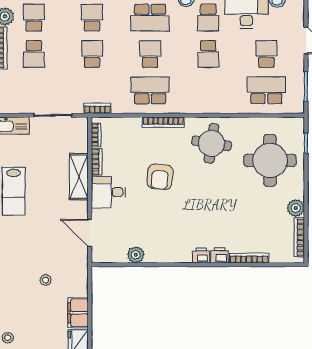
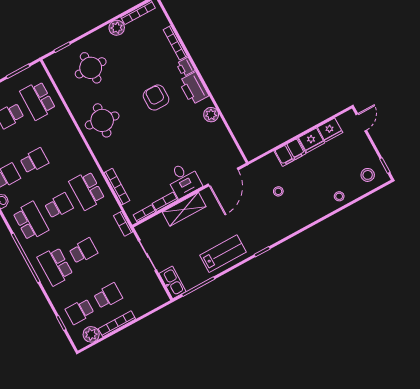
school desk: (92, 18) -> (55, 266), width x1.85
school desk: (92, 54) -> (83, 251), turned 180
school desk: (150, 54) -> (59, 206), turned 180
bookcase: (163, 122) -> (117, 187), moved
round table: (270, 160) -> (91, 68), width x0.73, depth x0.73
armchair: (160, 177) -> (156, 98), moved, turned -96
door: (90, 233) -> (223, 177), width x1.36
plant: (136, 255) -> (211, 115), moved
printer: (201, 255) -> (194, 88), width x1.87, depth x1.48

